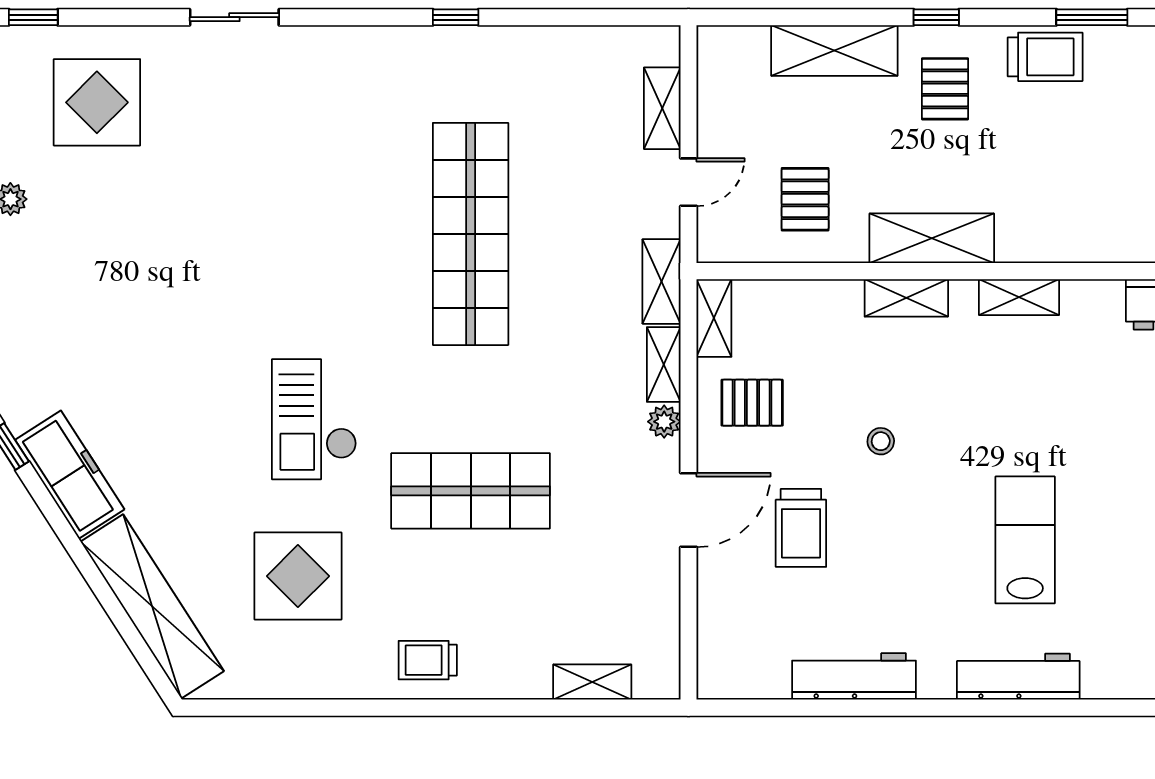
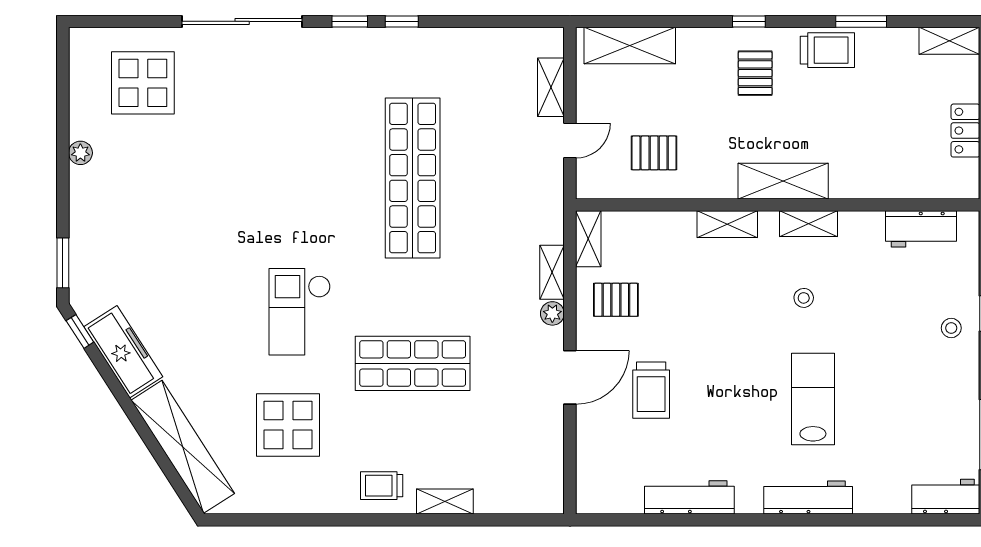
window: (33, 17) -> (350, 21), moved
sliding door: (234, 17) -> (242, 21), width x1.86
shelving: (834, 50) -> (630, 46), moved
pallet: (805, 199) -> (654, 153), turned 90
shelving: (932, 238) -> (783, 181), moved
shelving: (661, 281) -> (550, 212), removed
stool: (881, 441) -> (804, 298), moved
shelving: (592, 682) -> (445, 502), moved

